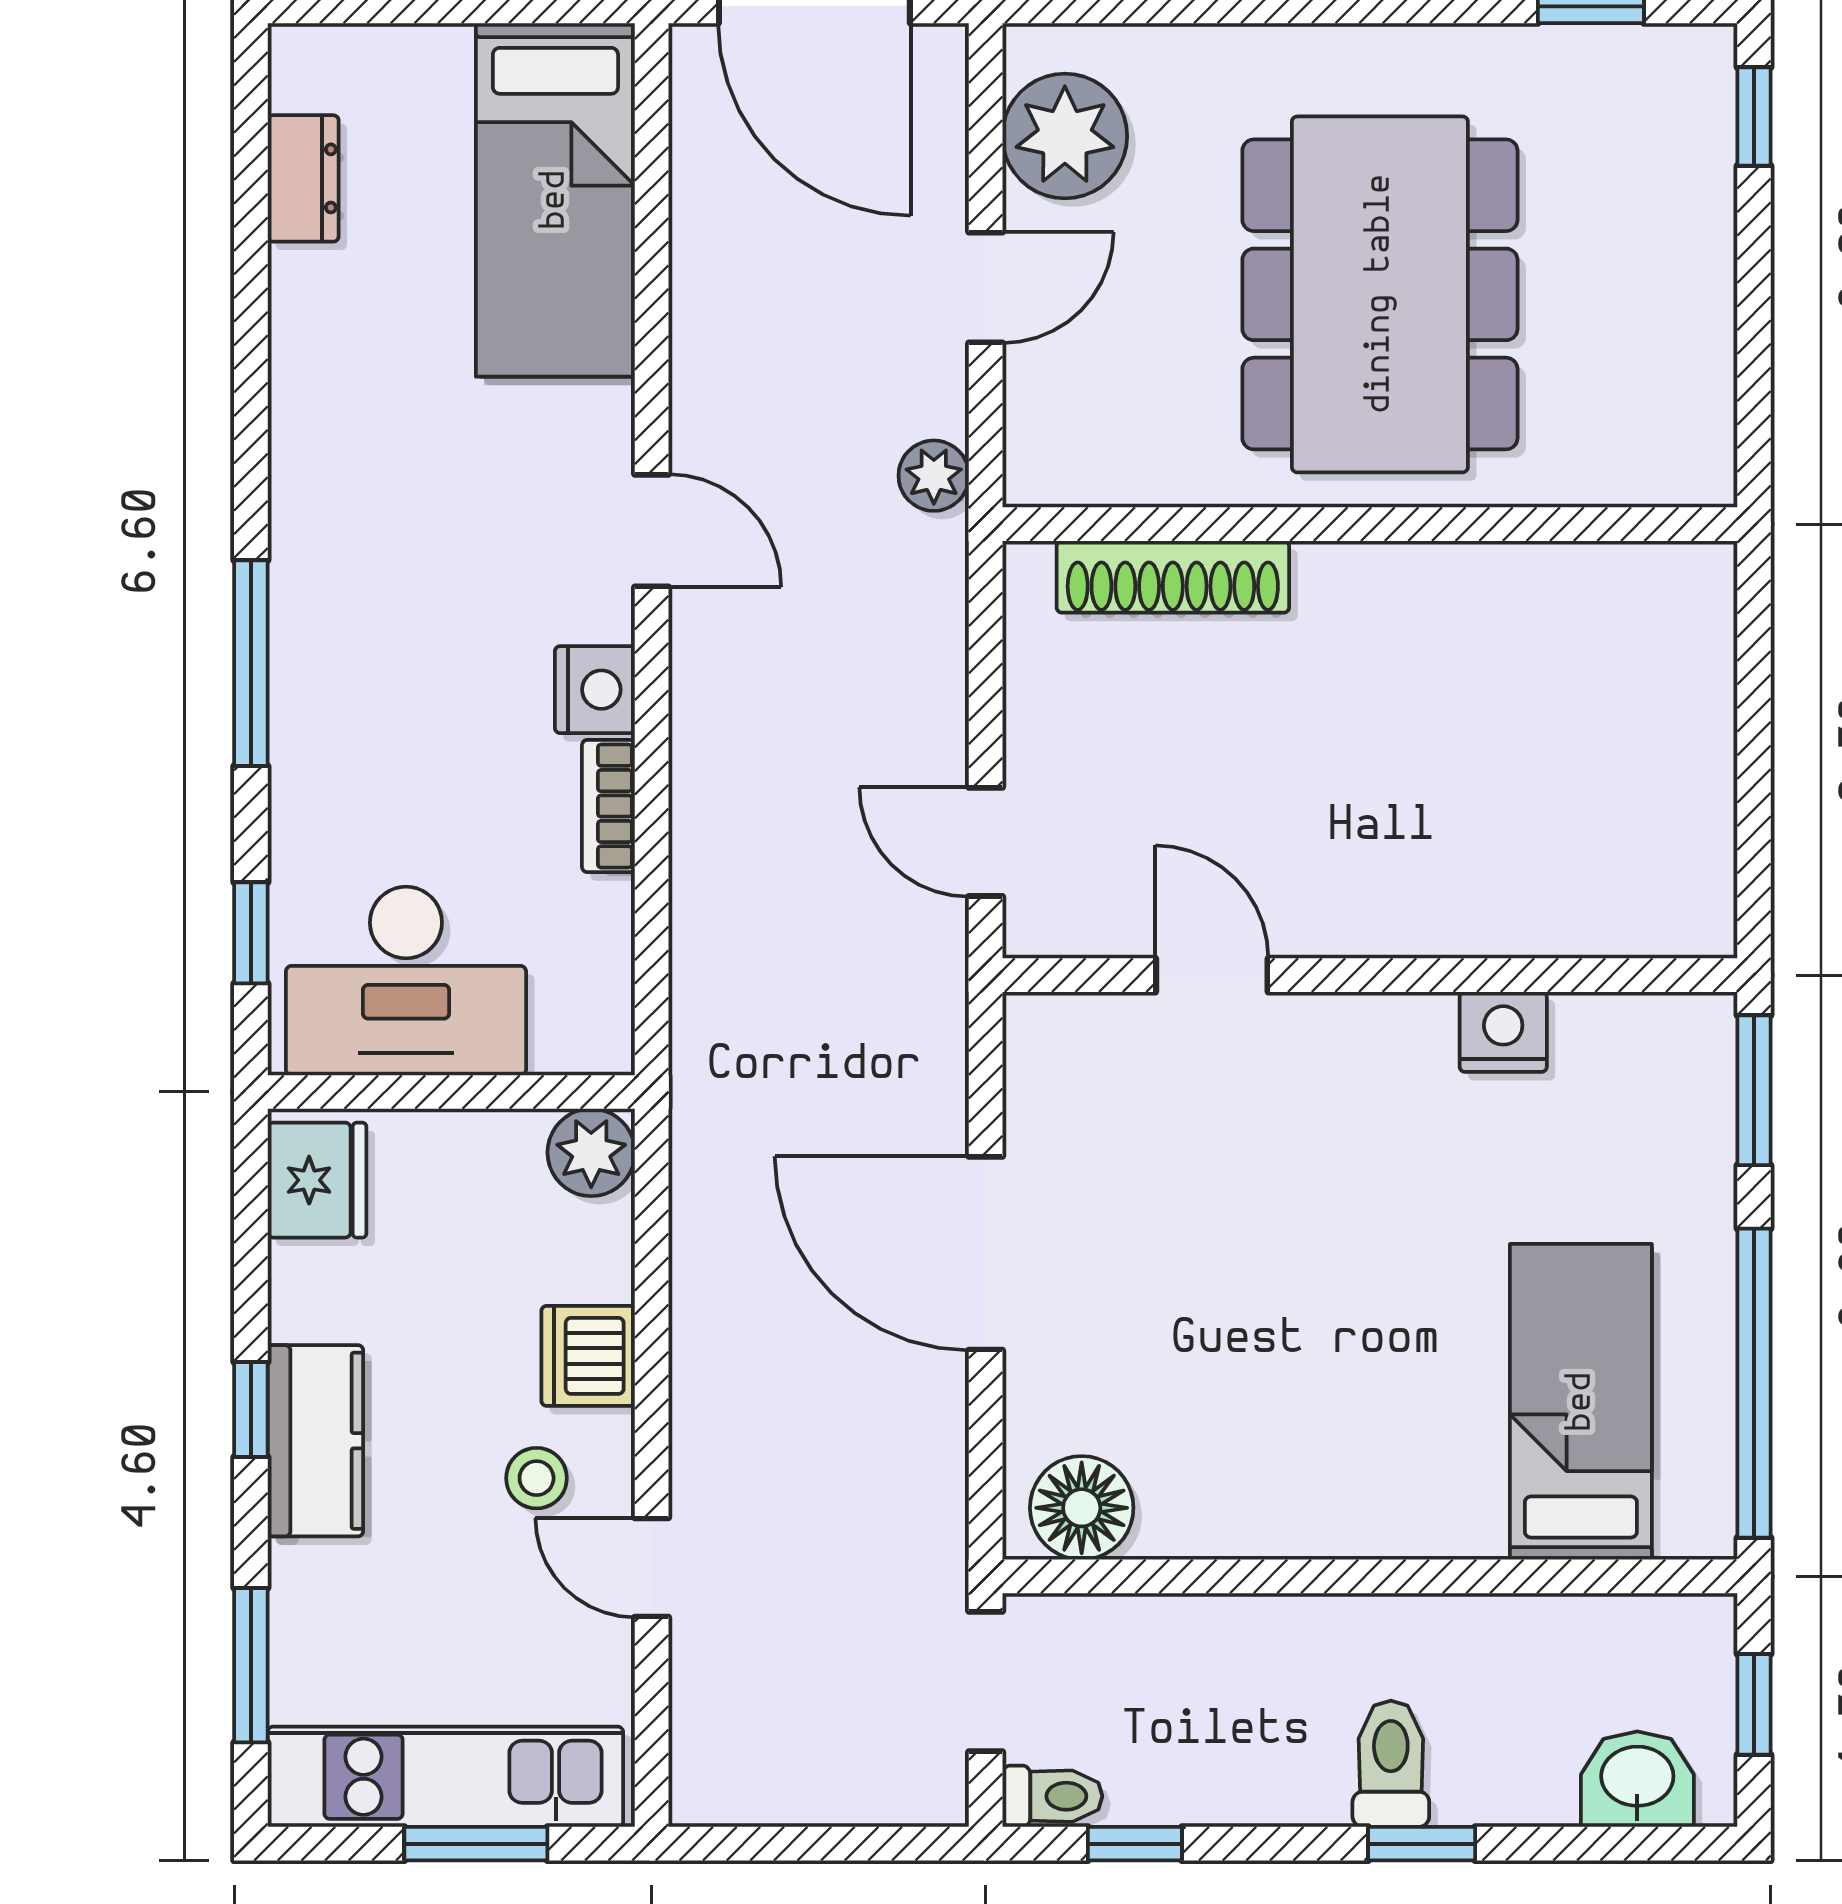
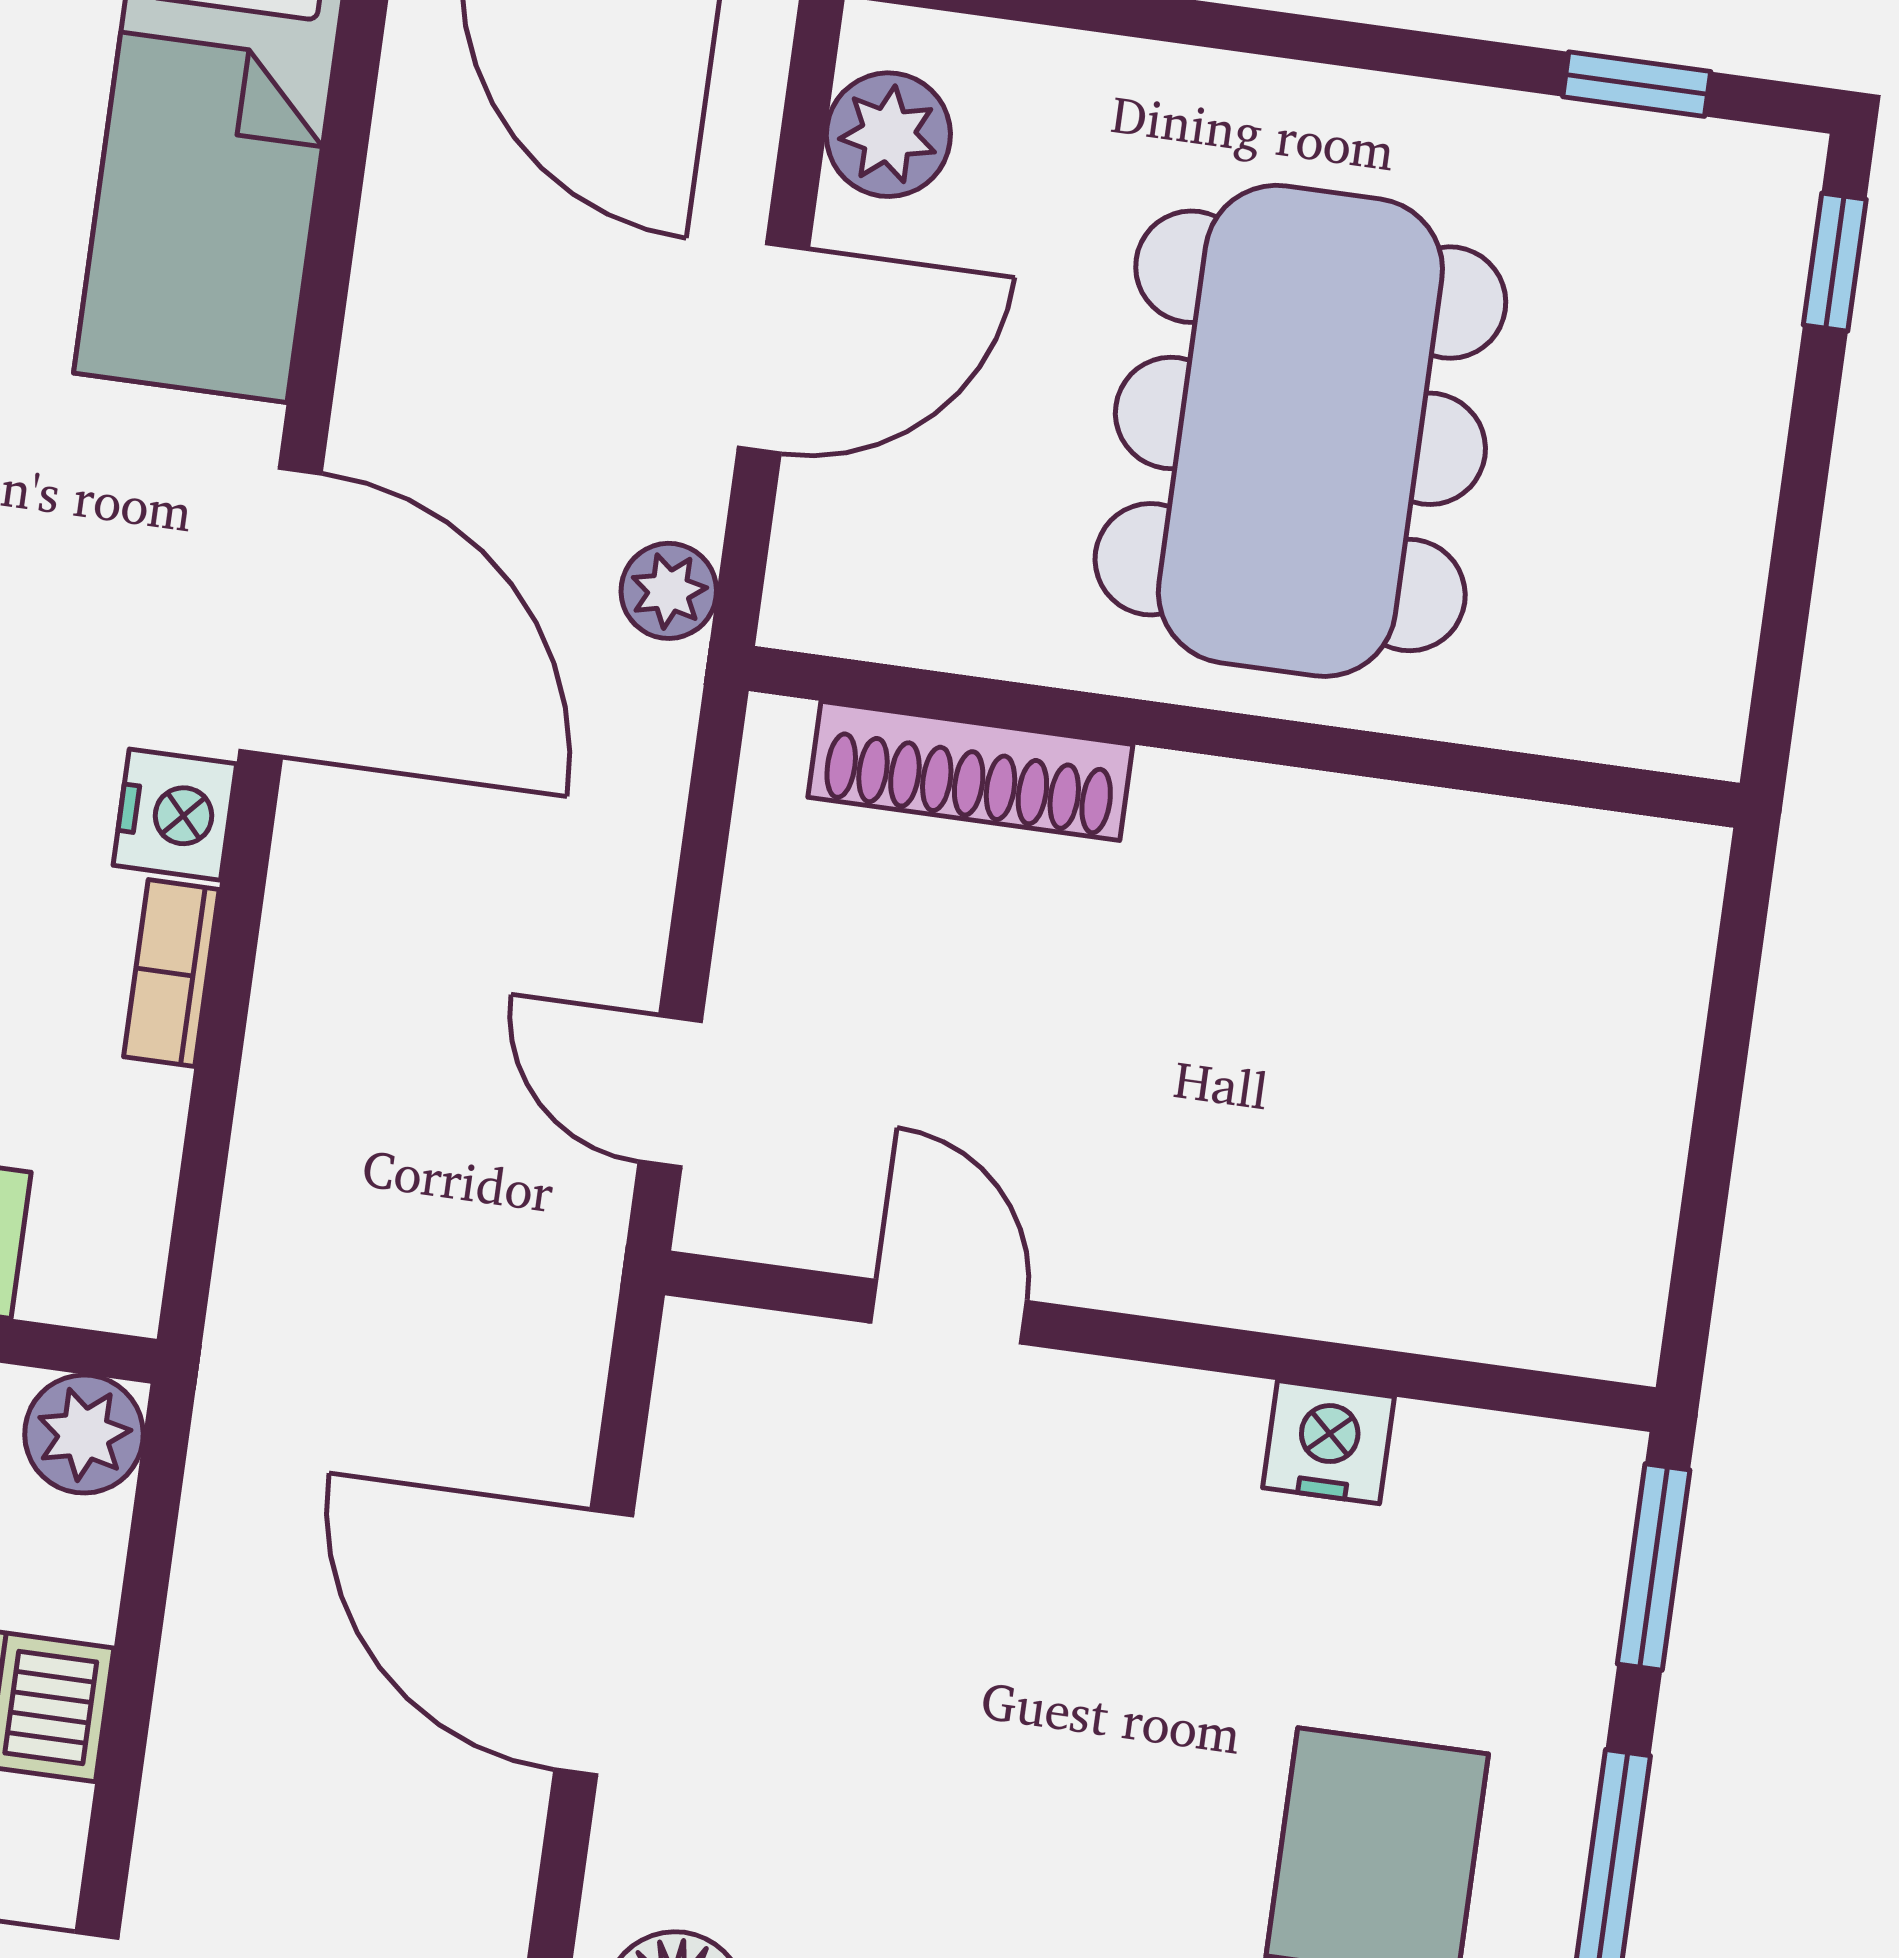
plant: (1065, 136) -> (888, 135), width x0.73, depth x0.73
door: (986, 287) -> (773, 348), width x1.38
door: (652, 531) -> (281, 612), width x1.88

